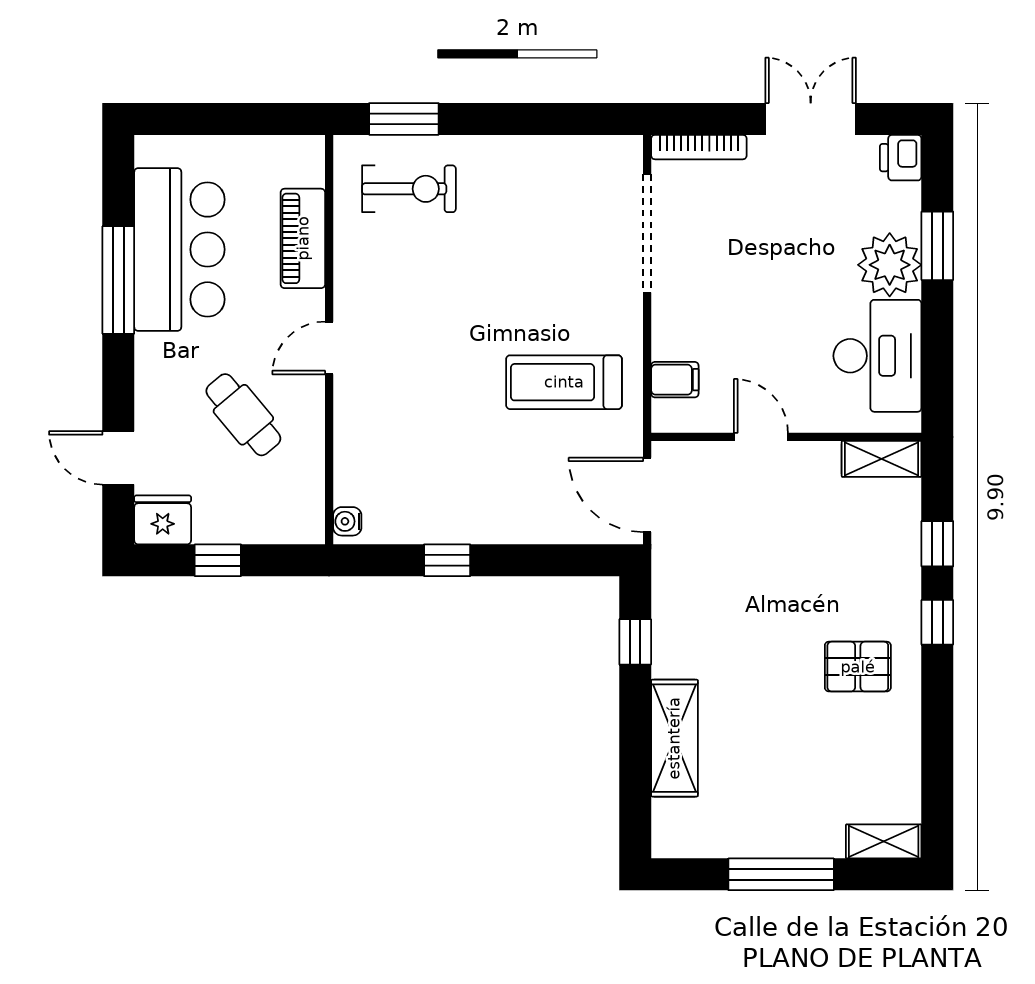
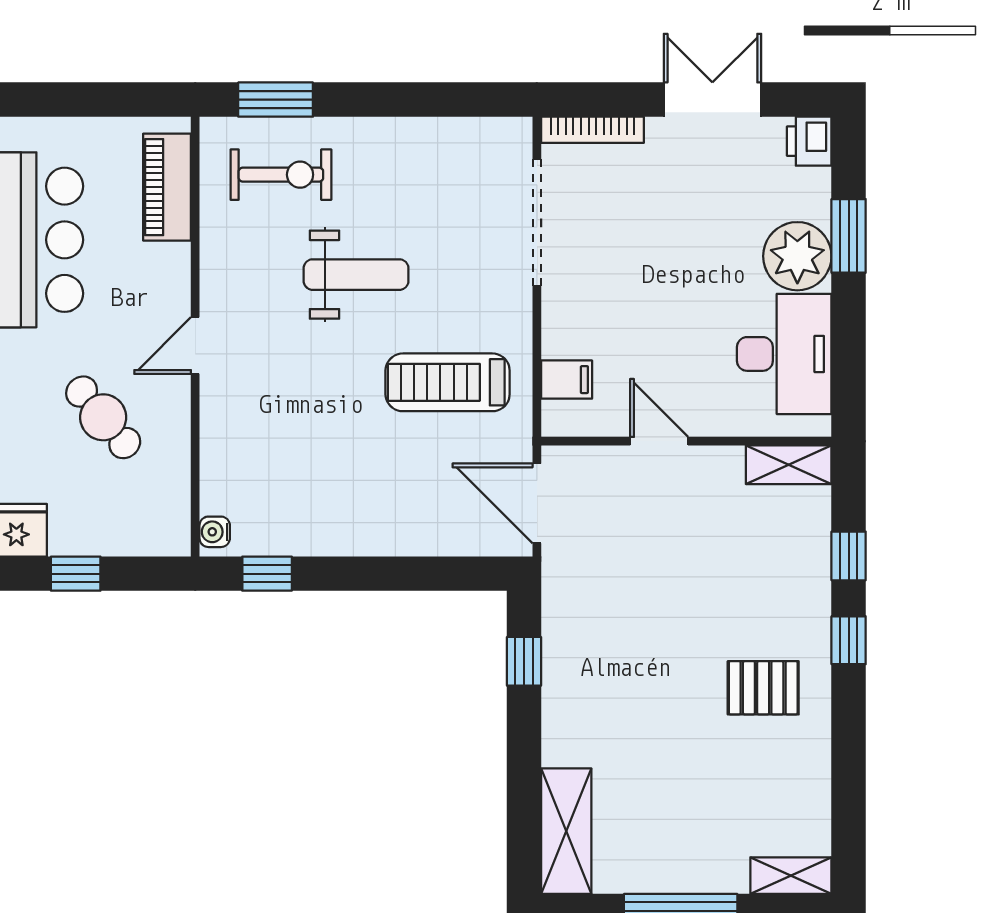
piano: (303, 238) -> (167, 187), moved
weight bench: (479, 282) -> (356, 275), added
window: (447, 560) -> (267, 574), moved
shelving: (674, 738) -> (566, 831), moved

